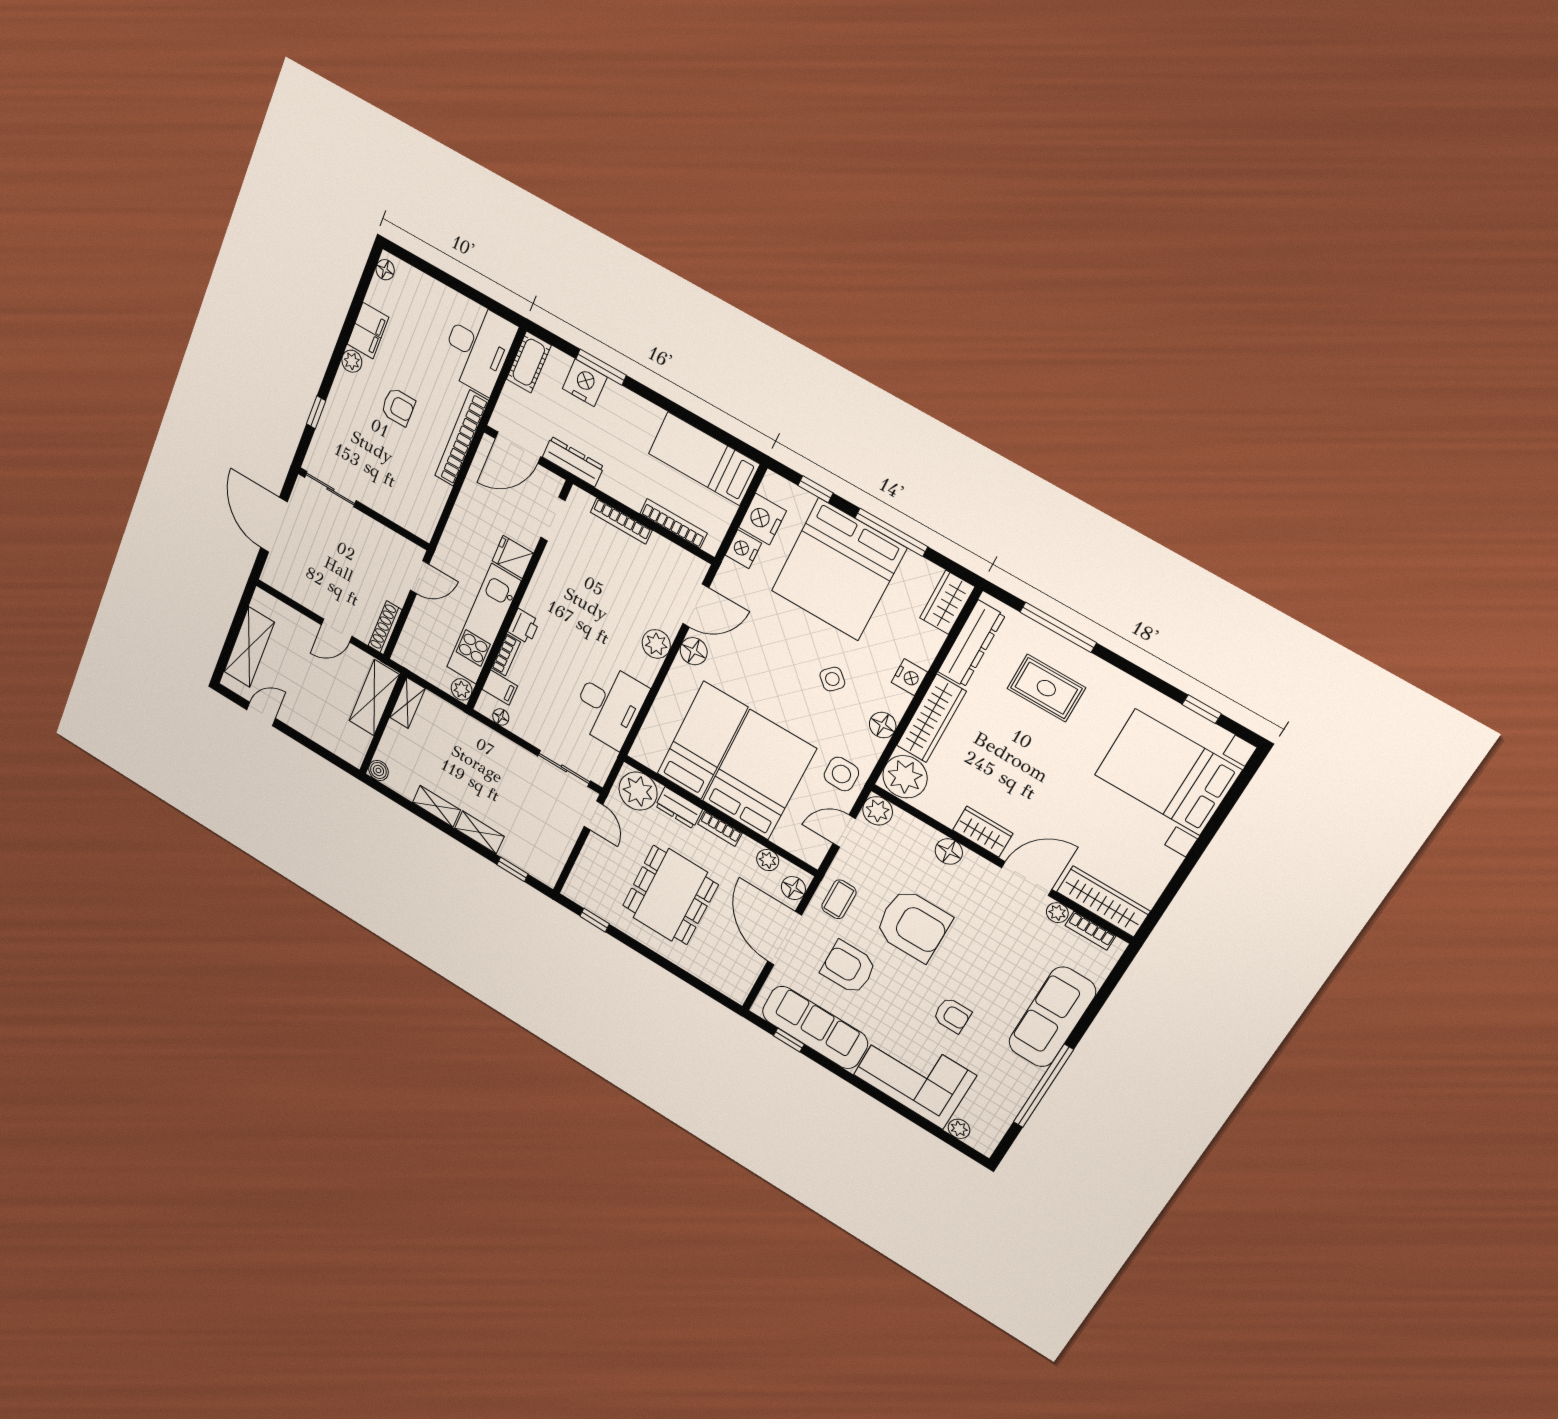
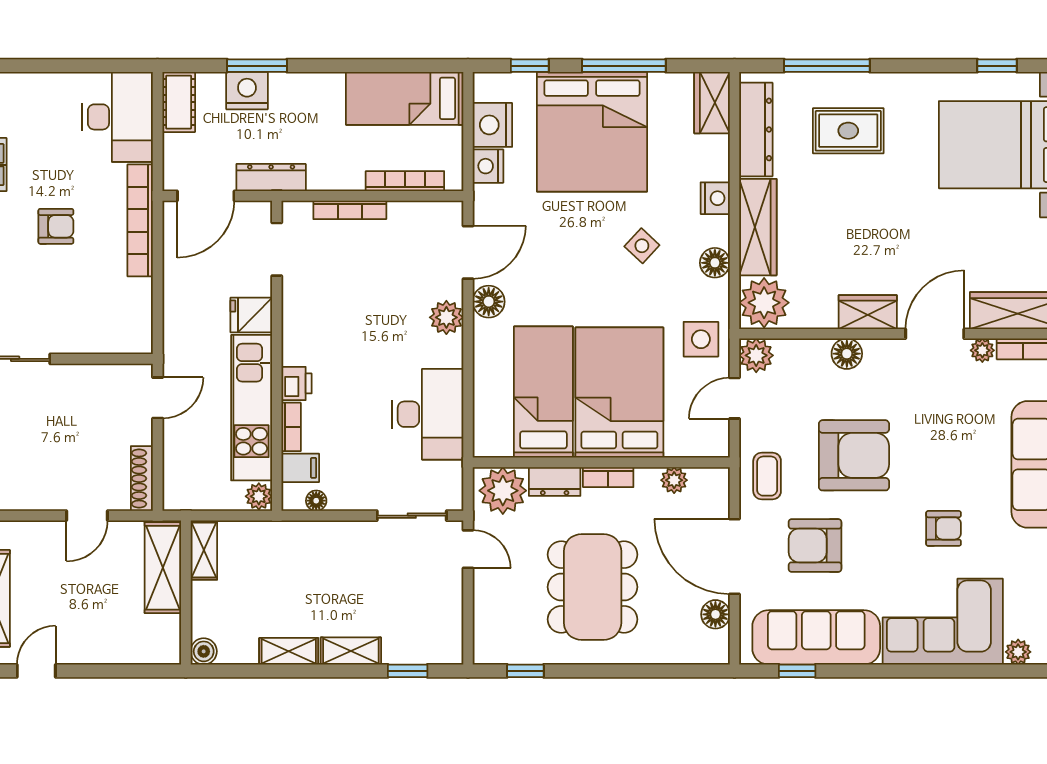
floor lamp: (793, 888) -> (715, 614), moved

